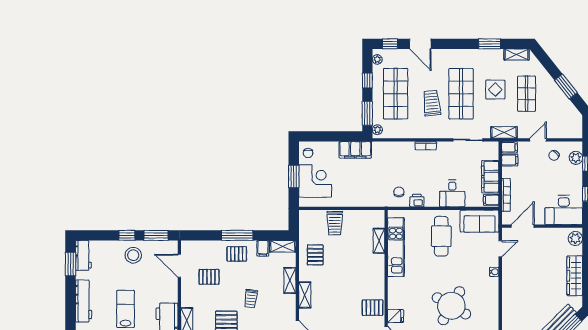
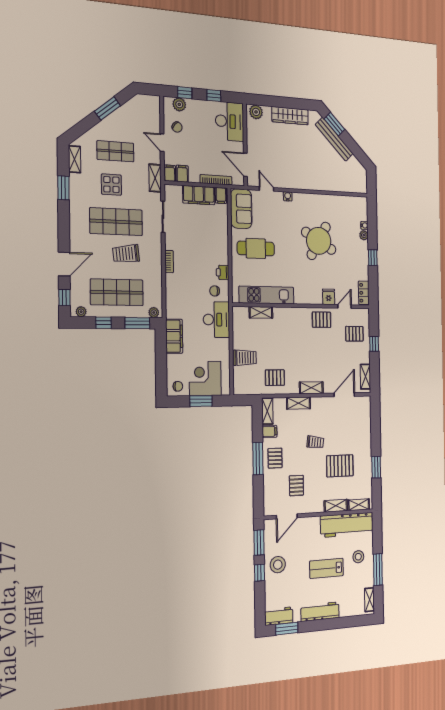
desk: (452, 193) -> (216, 320), moved, width x1.37
pallet: (373, 308) -> (322, 320), turned 90

